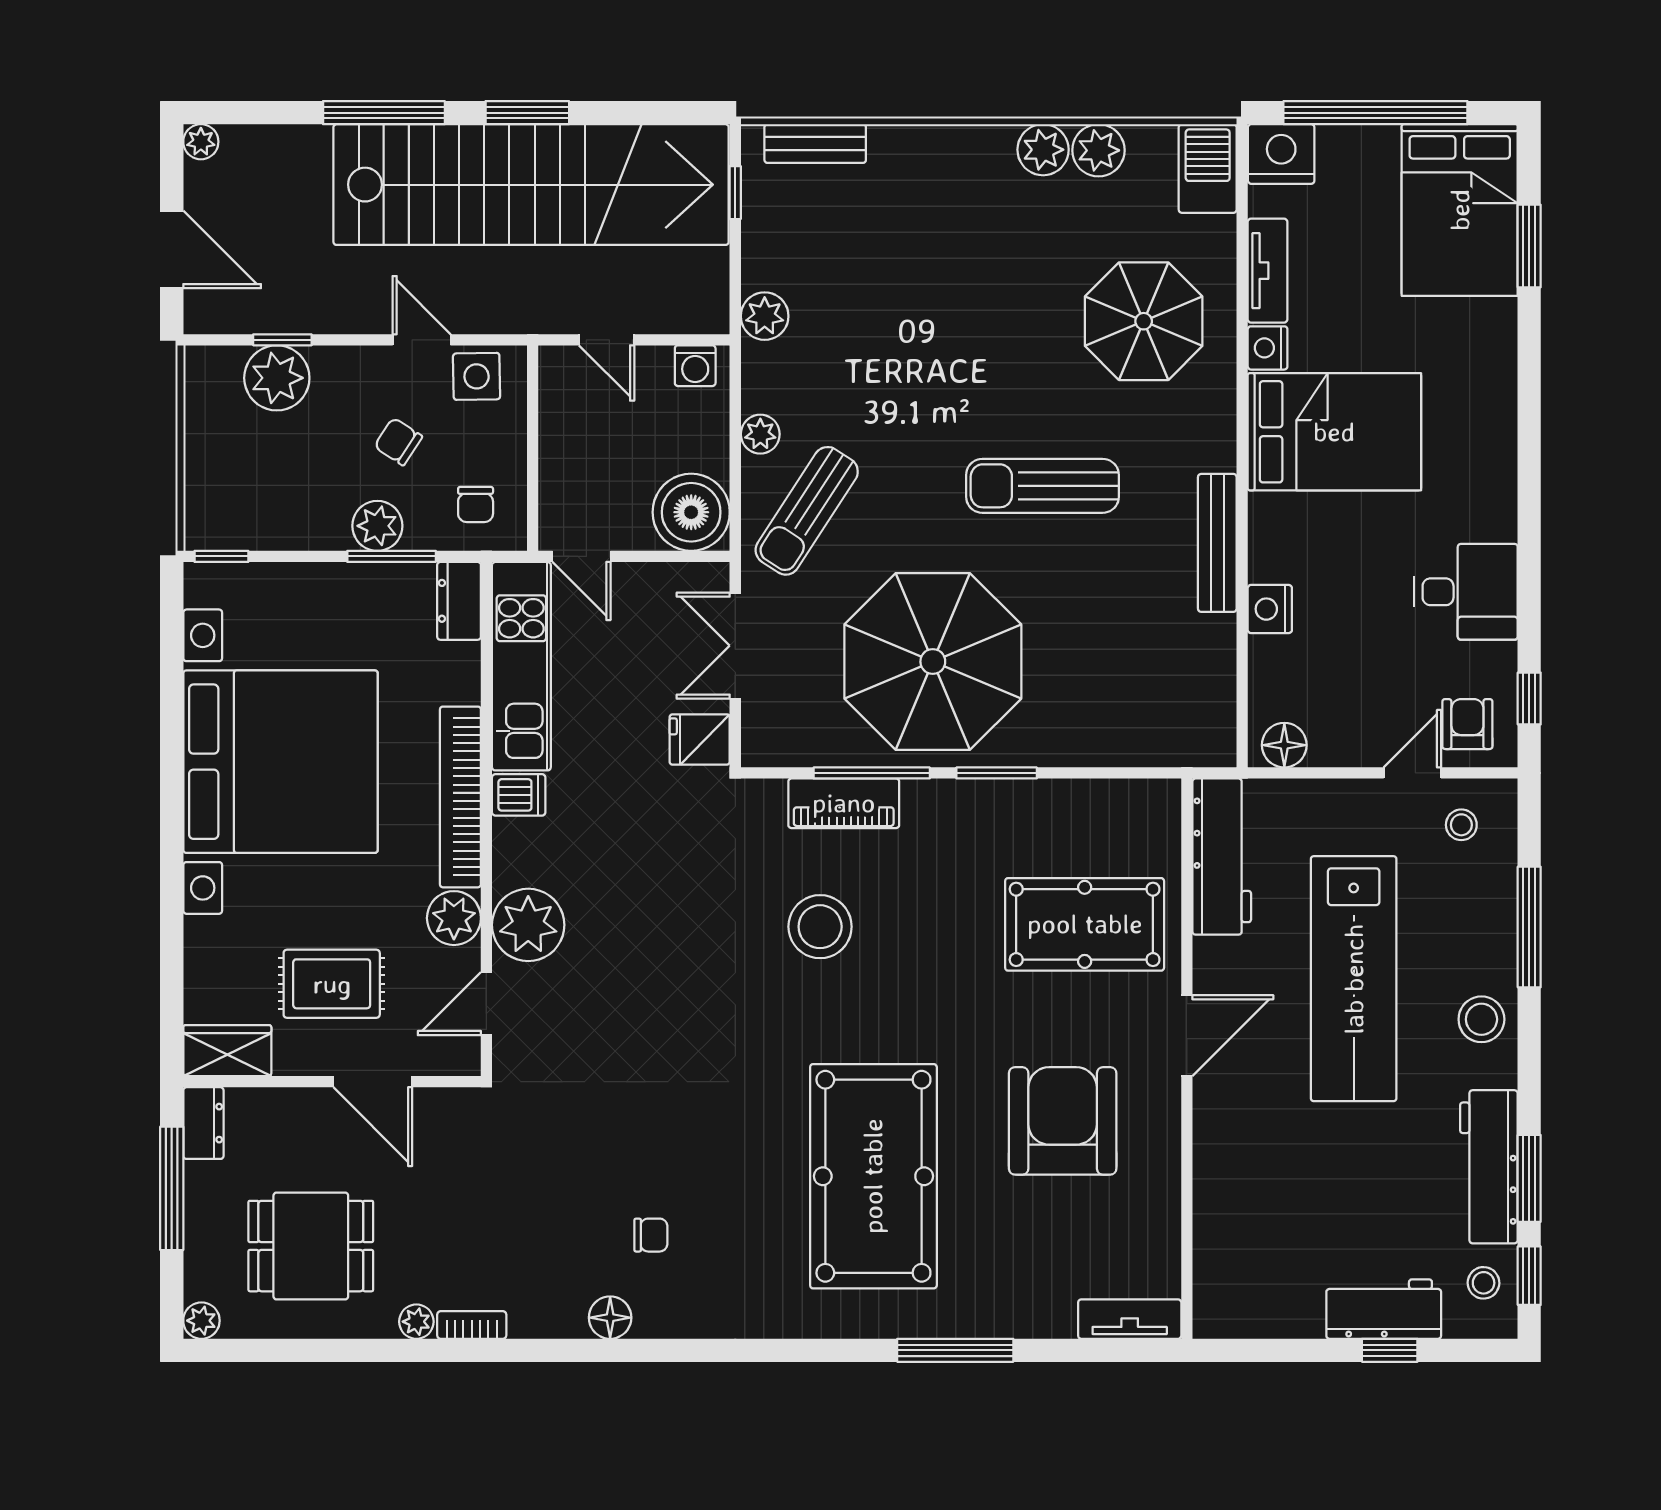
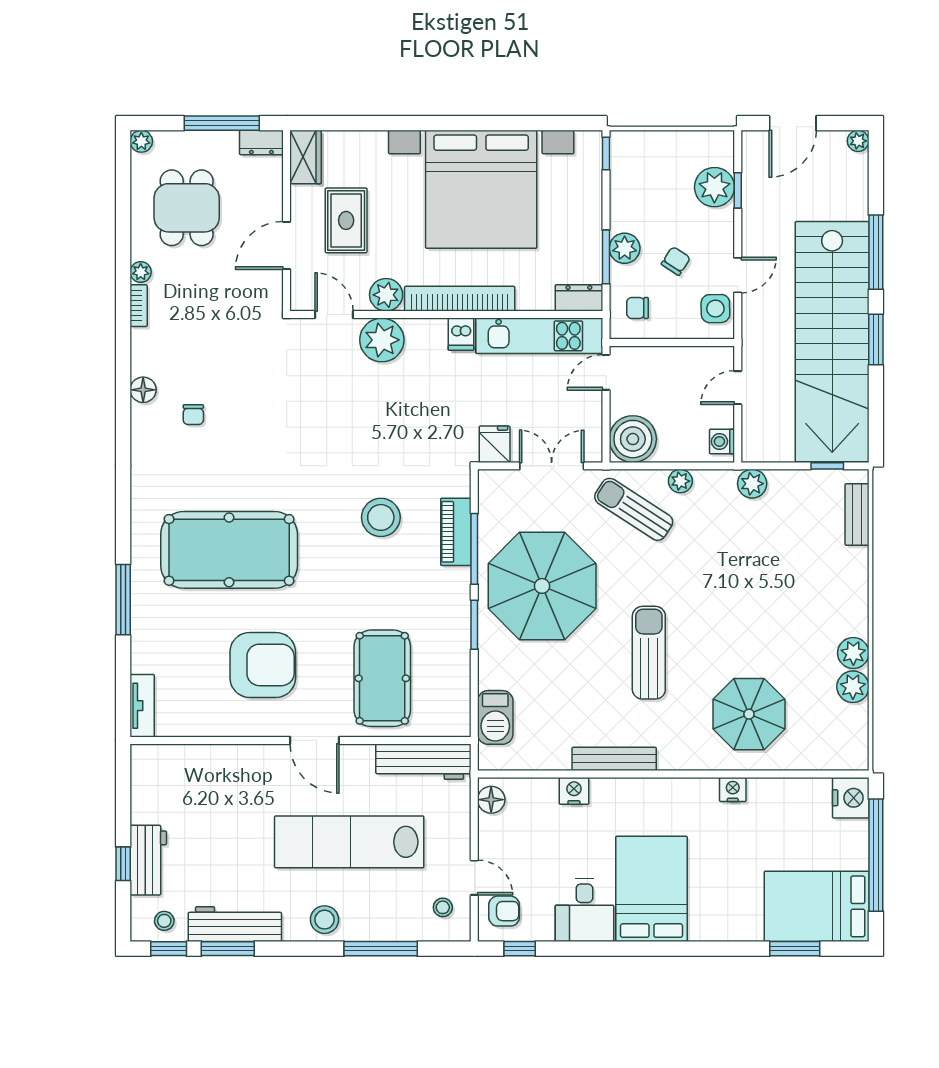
barbecue: (1208, 169) -> (495, 717), moved, turned 90
tv unit: (1268, 271) -> (780, 789), removed
bed: (1334, 432) -> (651, 889), moved, turned 180

